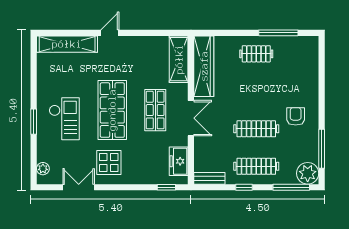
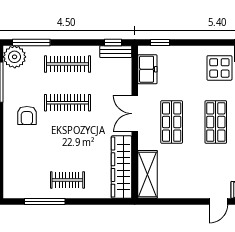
shop shelf: (112, 110) -> (216, 122), width x0.70, depth x0.74
window: (244, 187) -> (113, 42), moved

